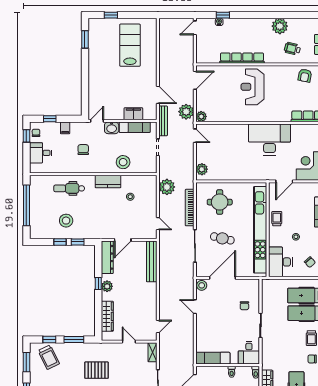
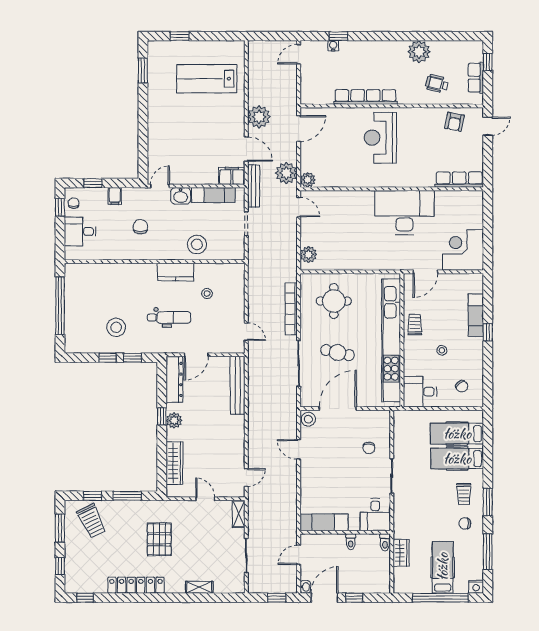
lab bench: (130, 45) -> (207, 79), turned -90
filing cabinet: (133, 114) -> (232, 176), moved
plant: (167, 187) -> (259, 117), moved
dental chair: (69, 188) -> (169, 318), moved, turned 180
desk: (280, 262) -> (420, 392), width x0.73
pallet: (96, 370) -> (159, 539), turned 90

